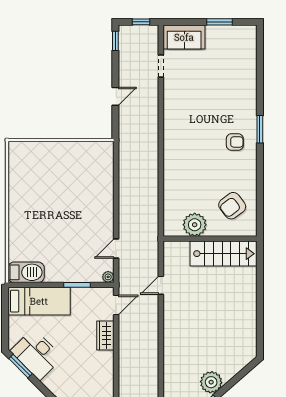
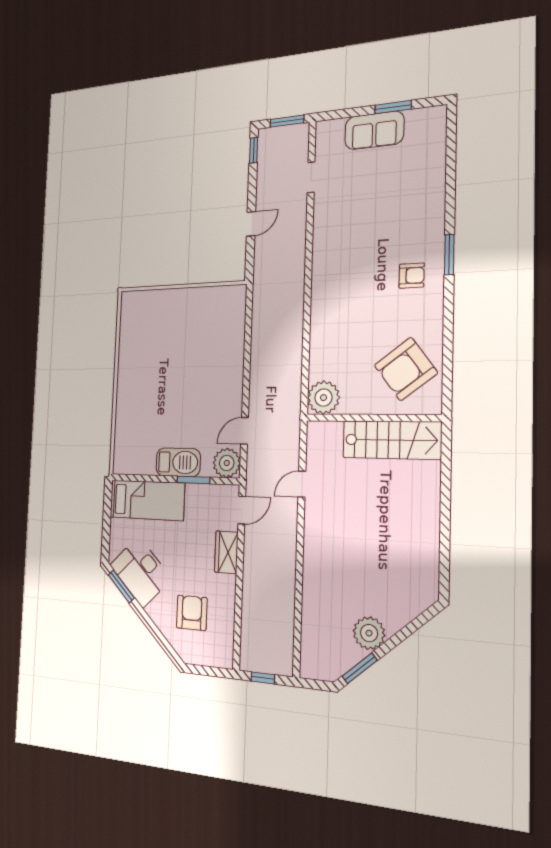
window: (141, 22) -> (287, 121), width x1.50
sofa: (184, 37) -> (374, 130), moved
armchair: (232, 206) -> (406, 369), width x1.36, depth x1.36
plant: (195, 225) -> (324, 398), moved
barbecue: (26, 272) -> (178, 462), moved
plant: (108, 277) -> (227, 463), width x1.88, depth x1.88
armchair: (80, 380) -> (192, 613), added

